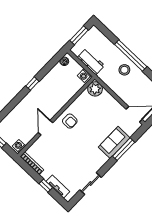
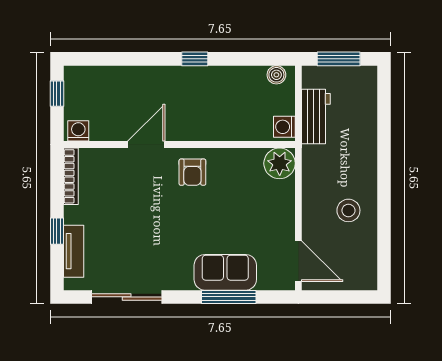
window: (131, 56) -> (384, 169), removed
stool: (124, 70) -> (348, 210), moved
sliding door: (91, 184) -> (127, 297), width x1.37

